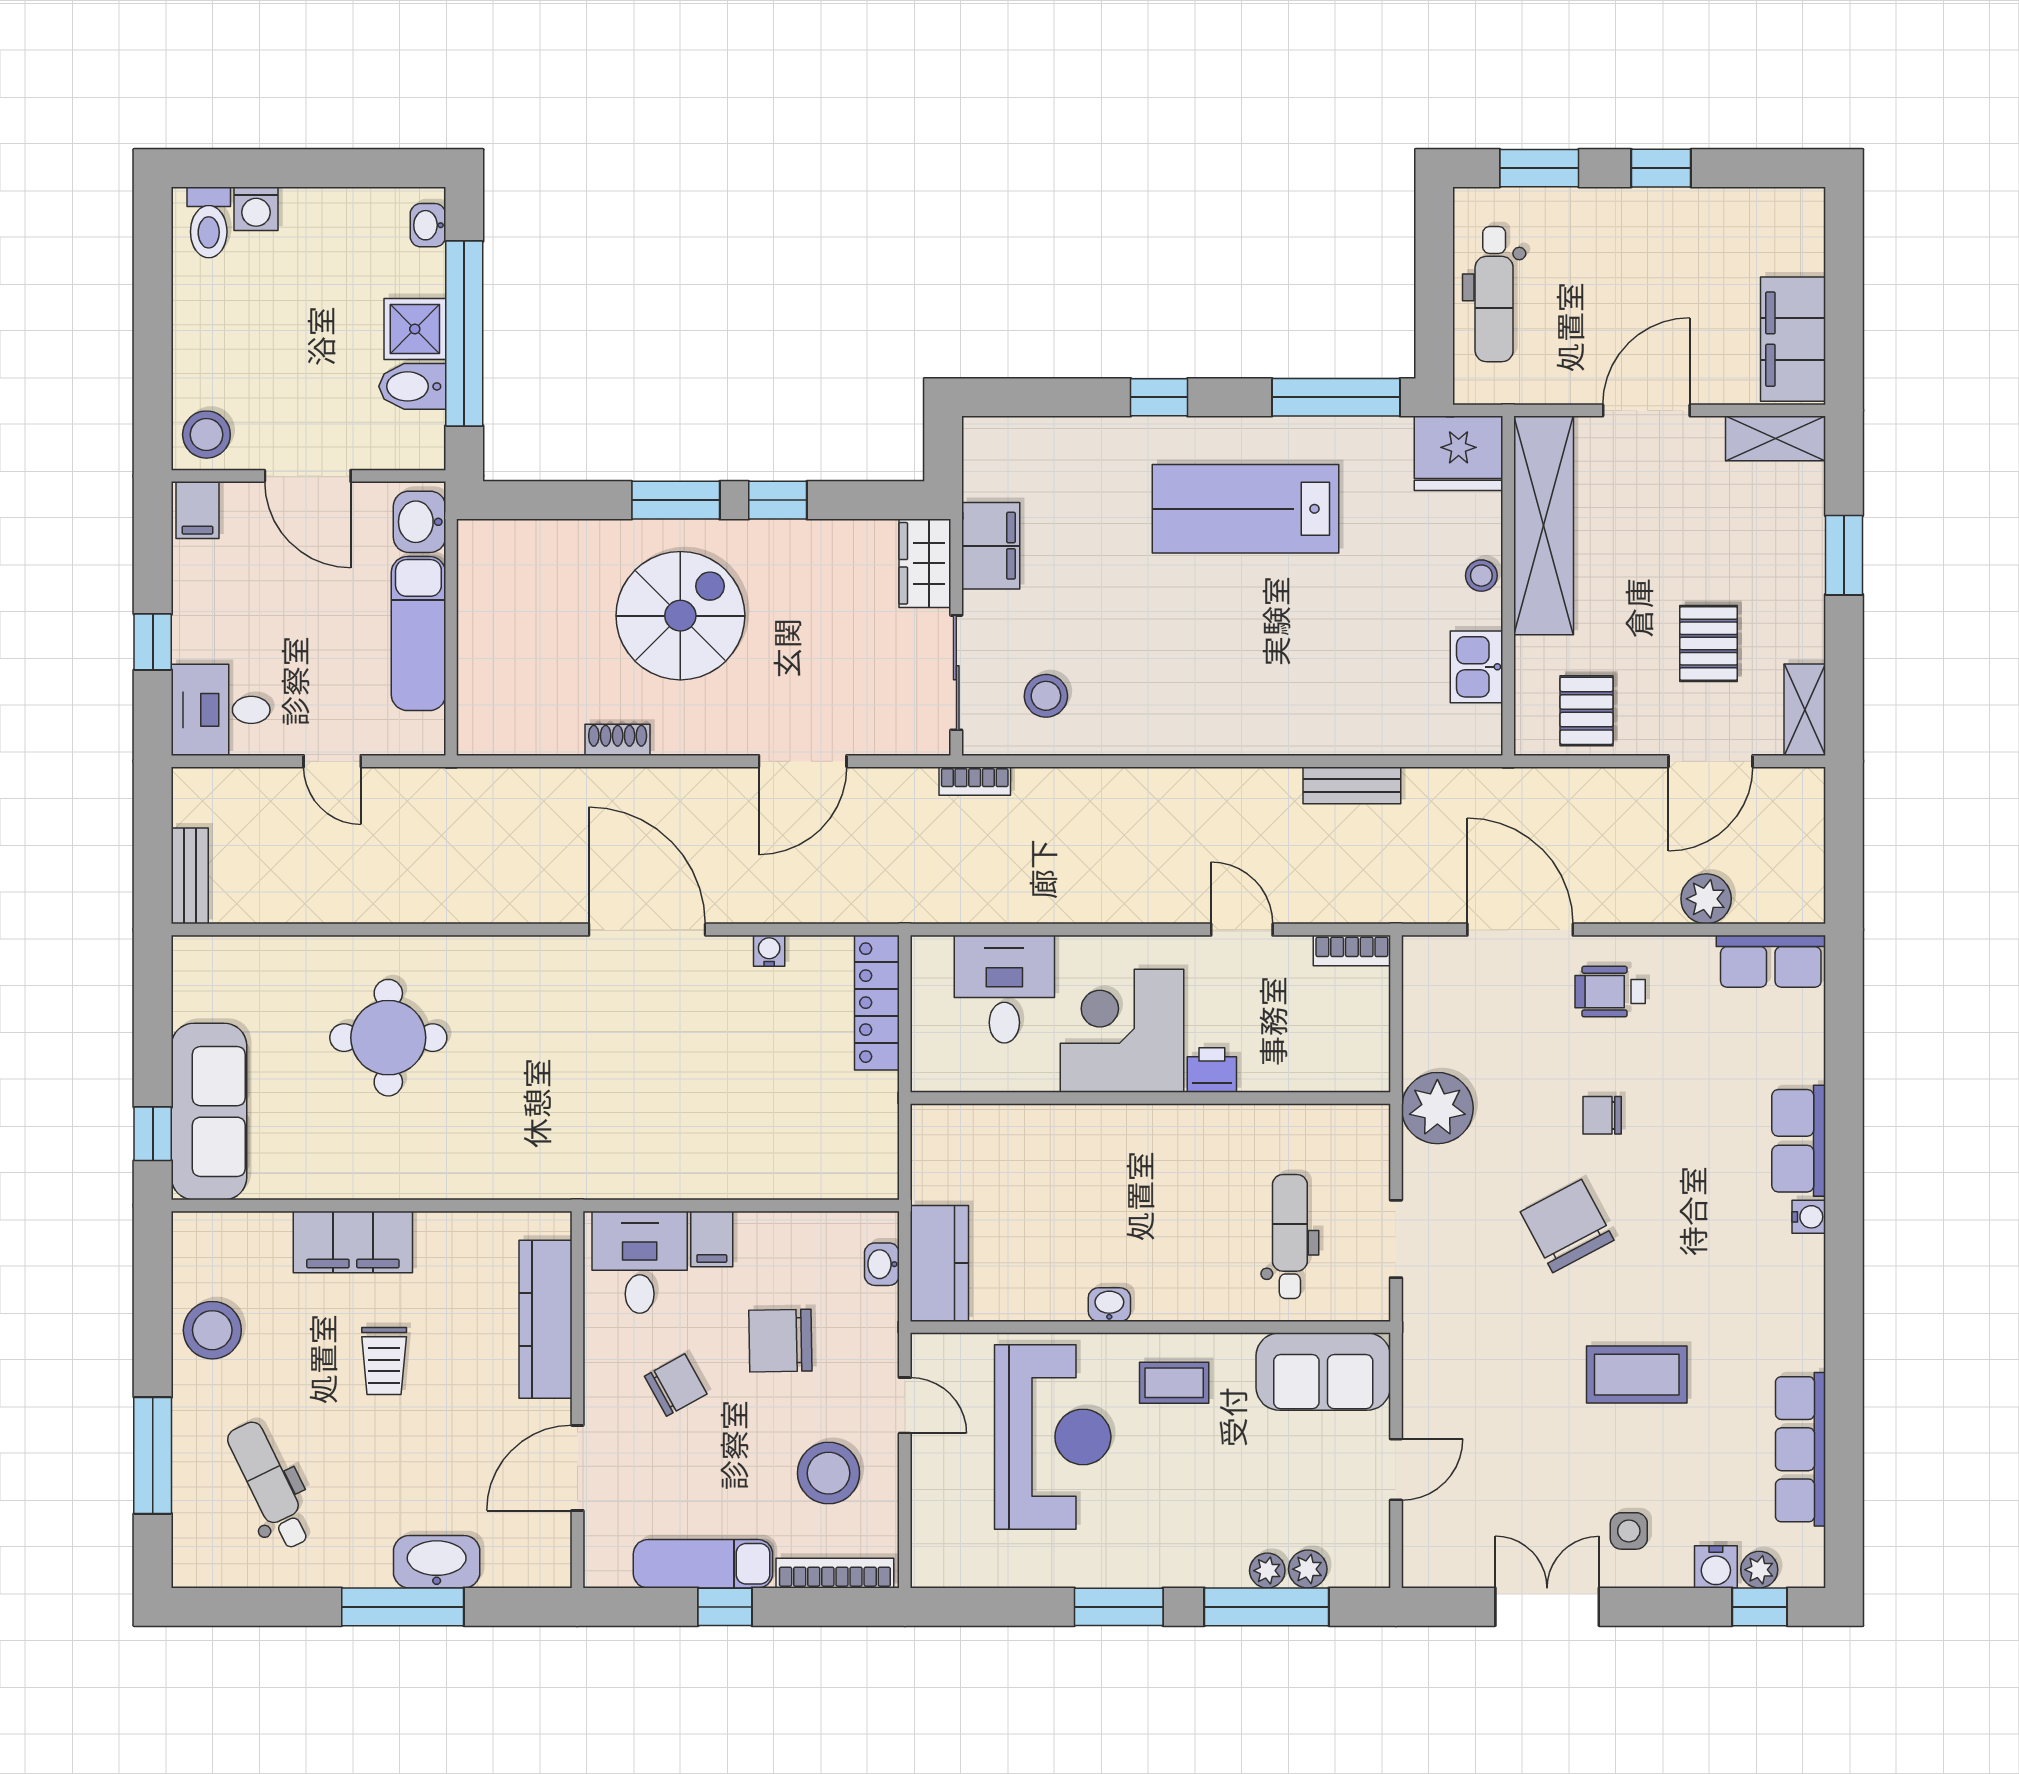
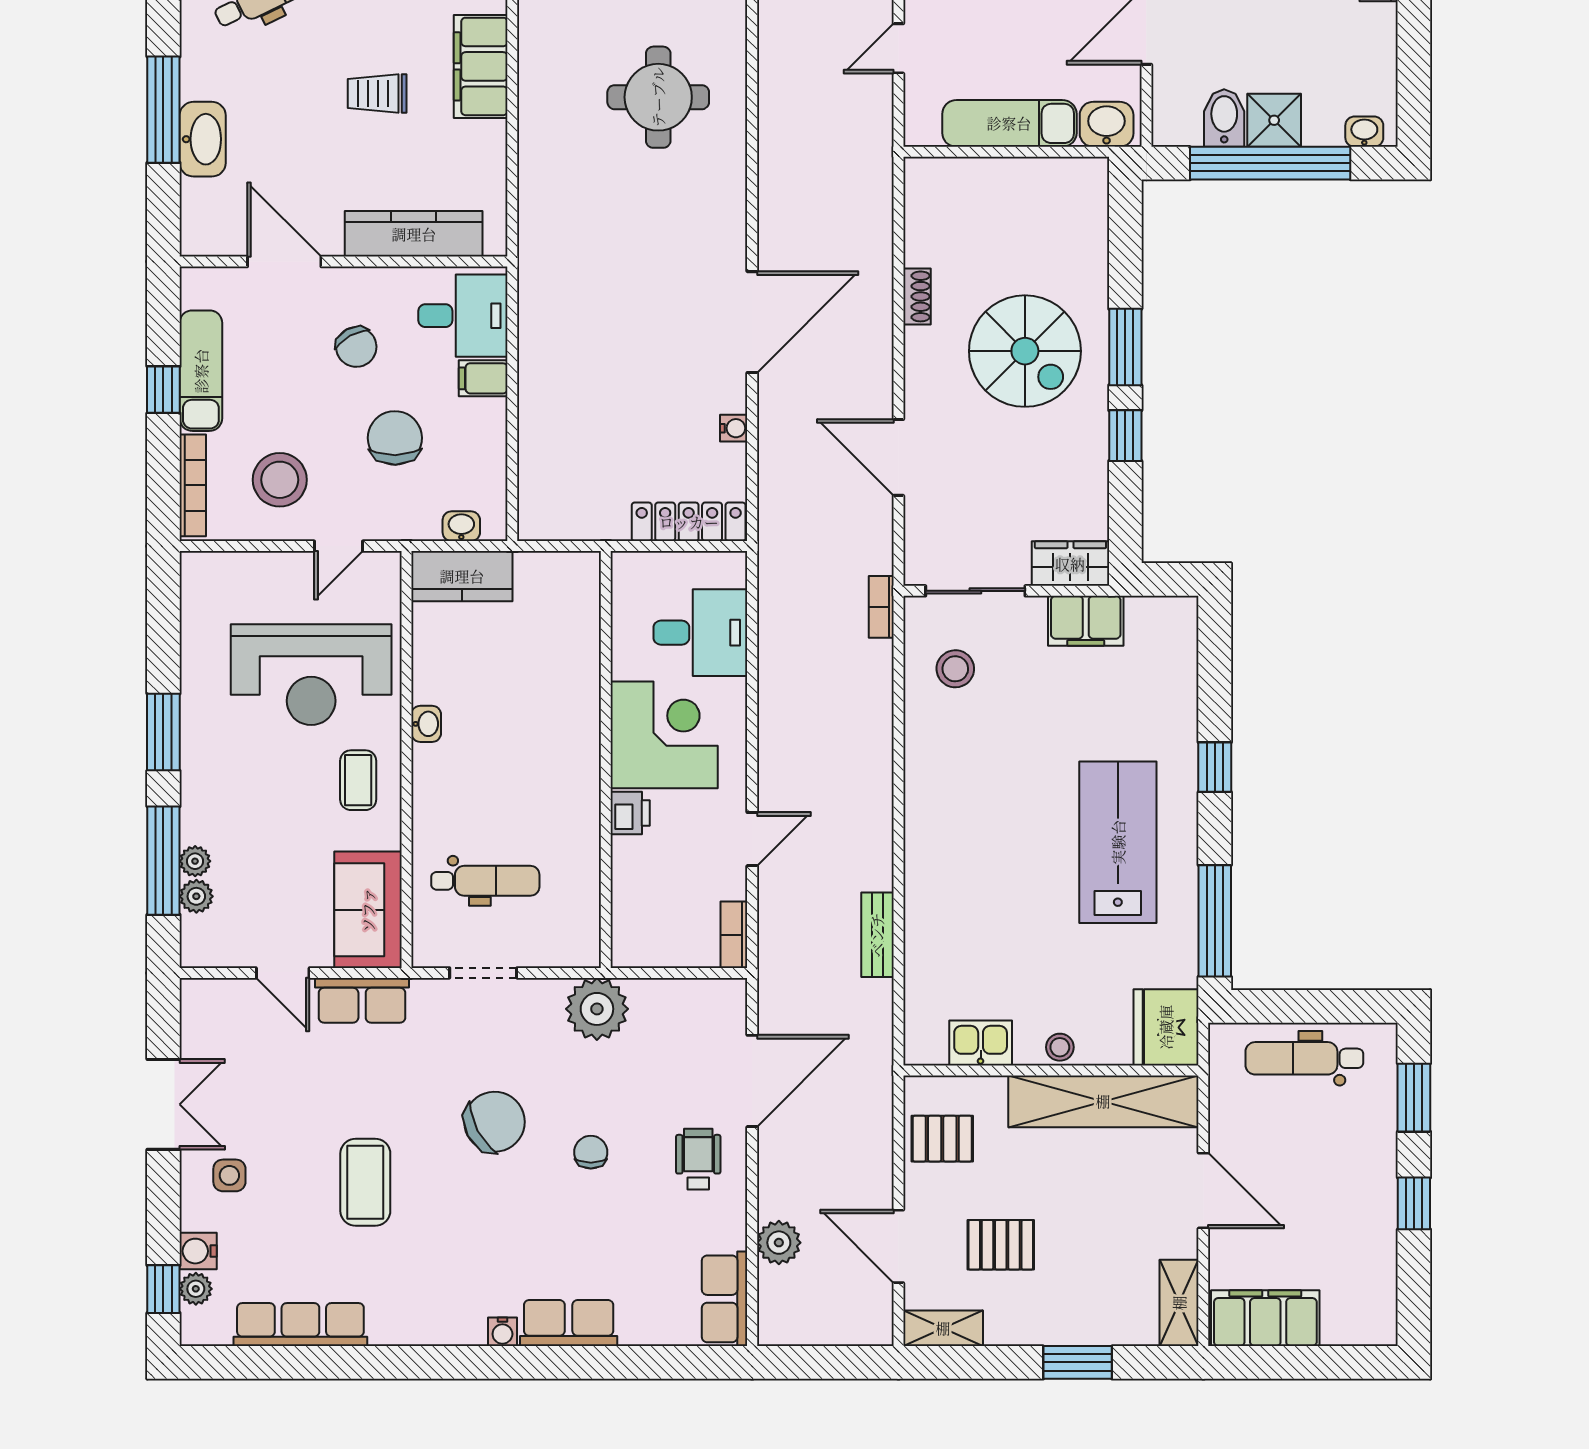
row of seats: (1427, 1378) -> (362, 1000), added

